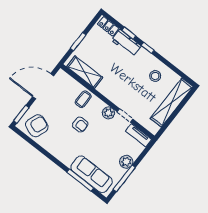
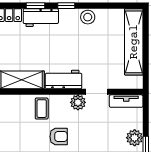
stool: (155, 76) -> (88, 17), moved
workbench: (111, 92) -> (64, 79), added

